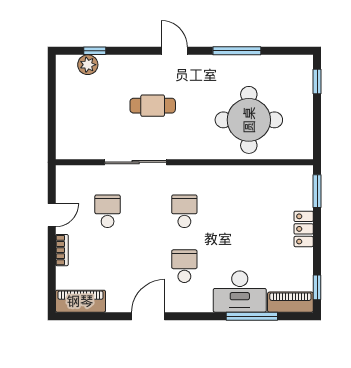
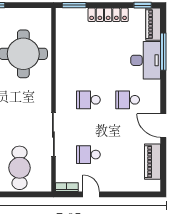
cafe table: (153, 106) -> (20, 168), moved, width x1.37, depth x1.35
locker: (304, 229) -> (108, 15), width x1.53
bookcase: (62, 250) -> (67, 187), moved
piano: (80, 301) -> (153, 162), moved

